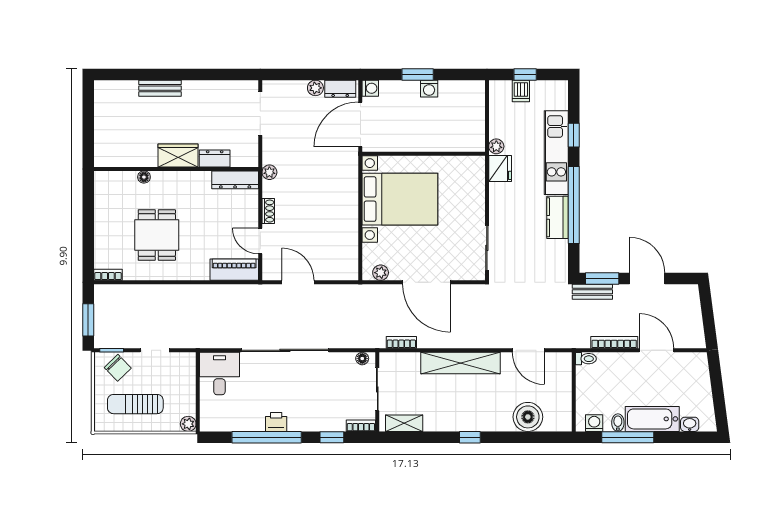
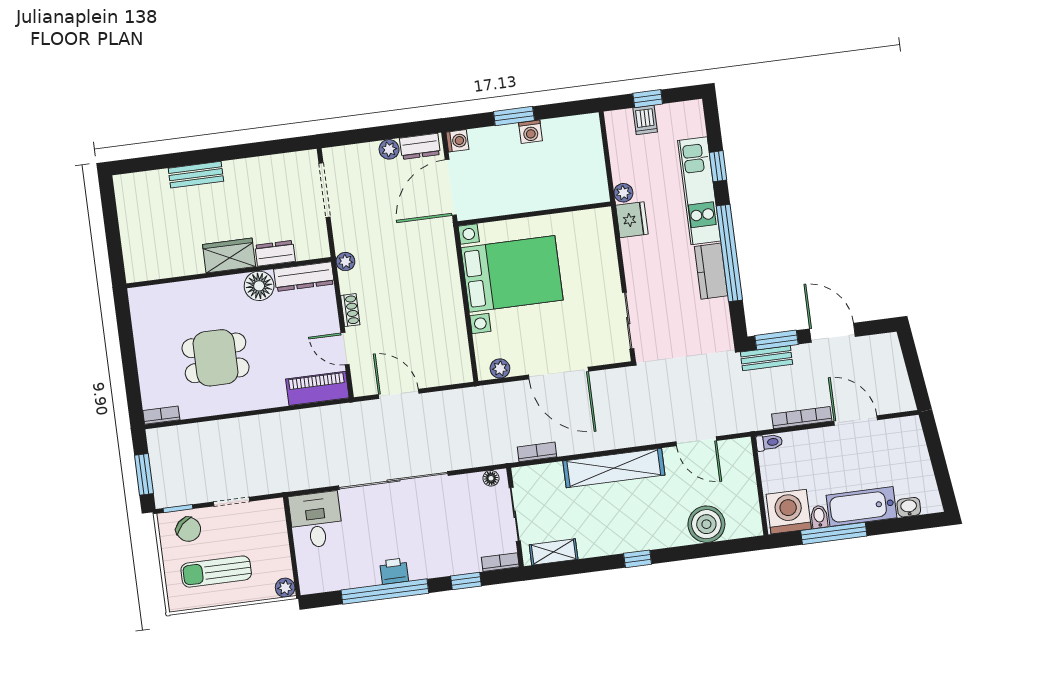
floor lamp: (144, 177) -> (259, 286), moved, width x1.89, depth x1.89
dining table: (157, 235) -> (216, 358), turned 90
washing machine: (594, 423) -> (789, 512), width x1.89, depth x1.89

